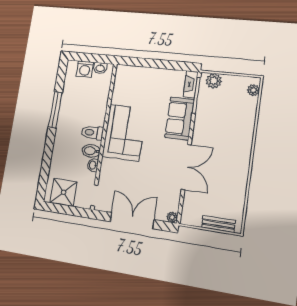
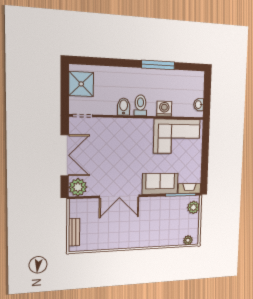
washing machine: (85, 69) -> (164, 109), moved, turned 90
corner sofa: (124, 133) -> (177, 136), moved
washbasin: (93, 165) -> (111, 110), removed
plant: (172, 217) -> (78, 187), width x1.88, depth x1.88

